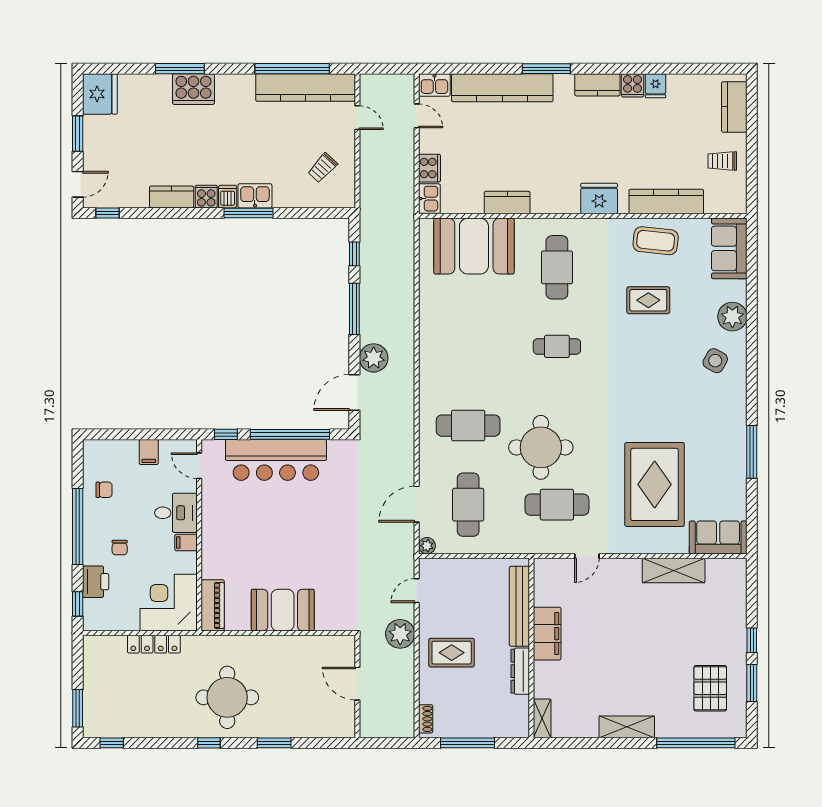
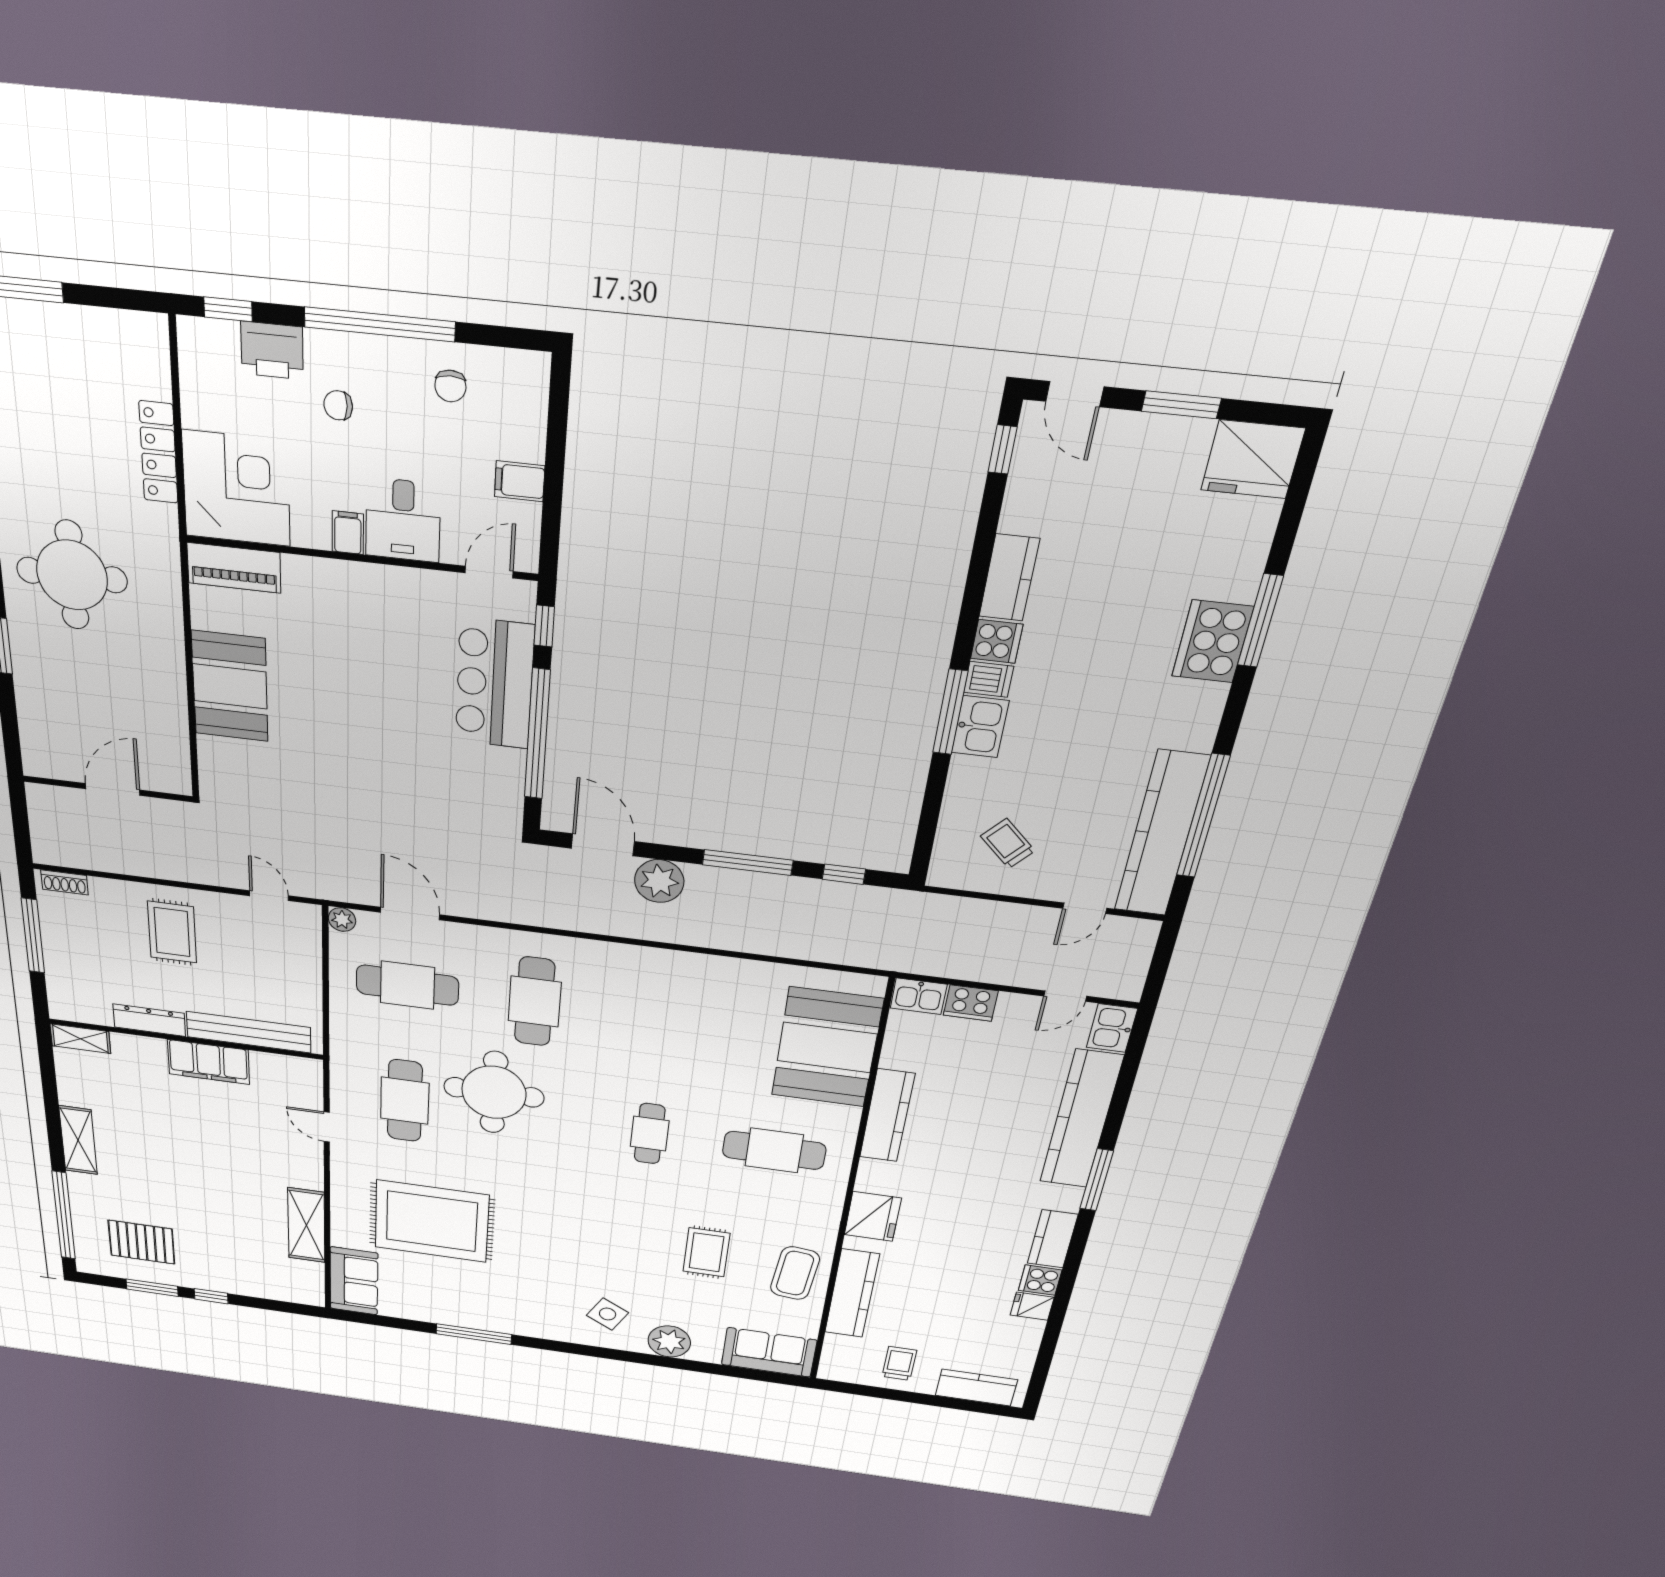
kitchen counter: (507, 203) -> (887, 1116), width x1.50
bar counter: (276, 460) -> (495, 684), width x0.73
plant: (400, 634) -> (198, 863), removed

